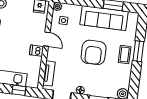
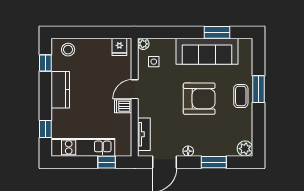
door: (47, 39) -> (135, 89), swing flipped
armchair: (94, 52) -> (199, 99), turned -90

